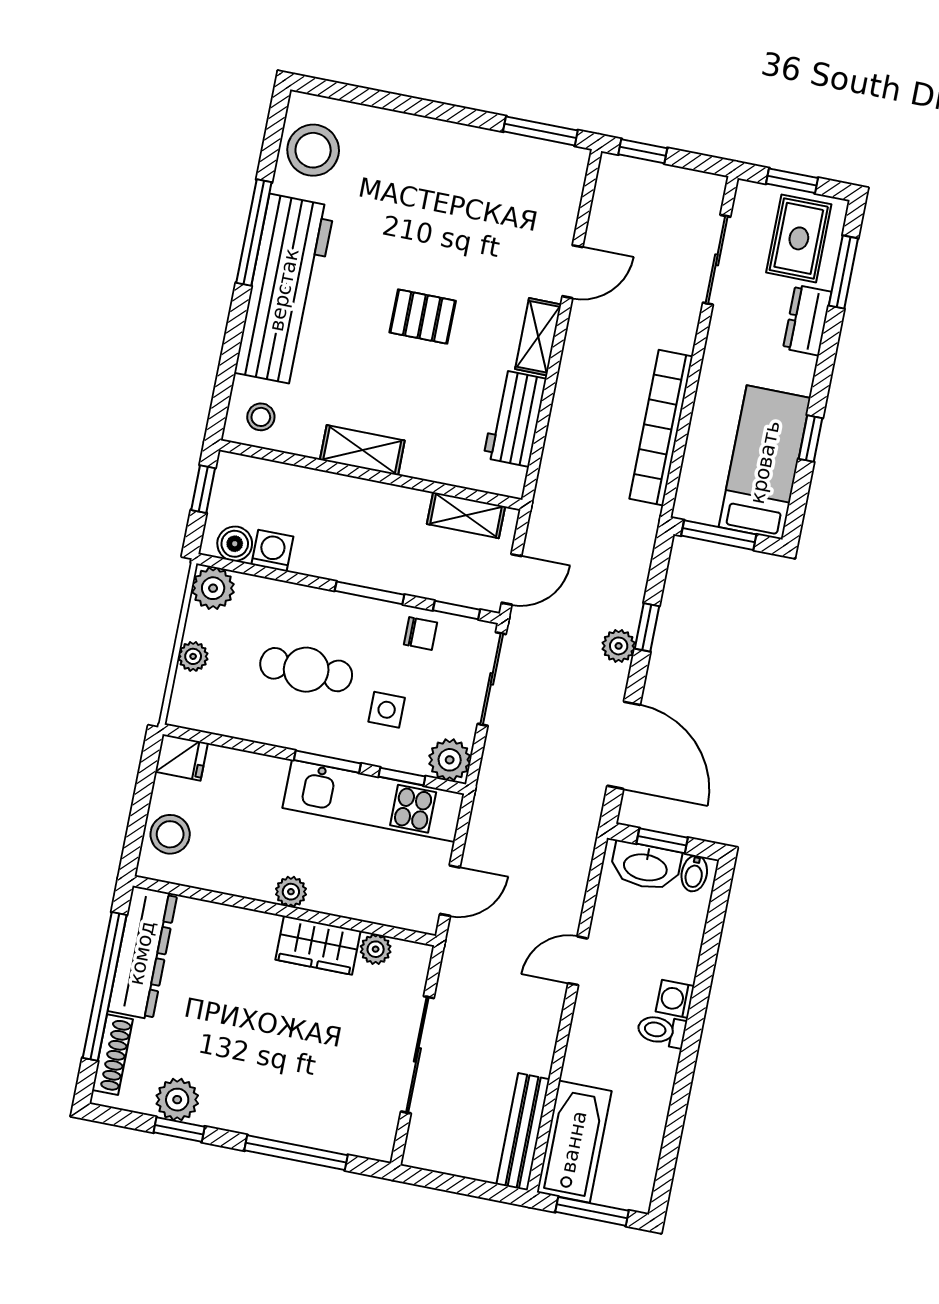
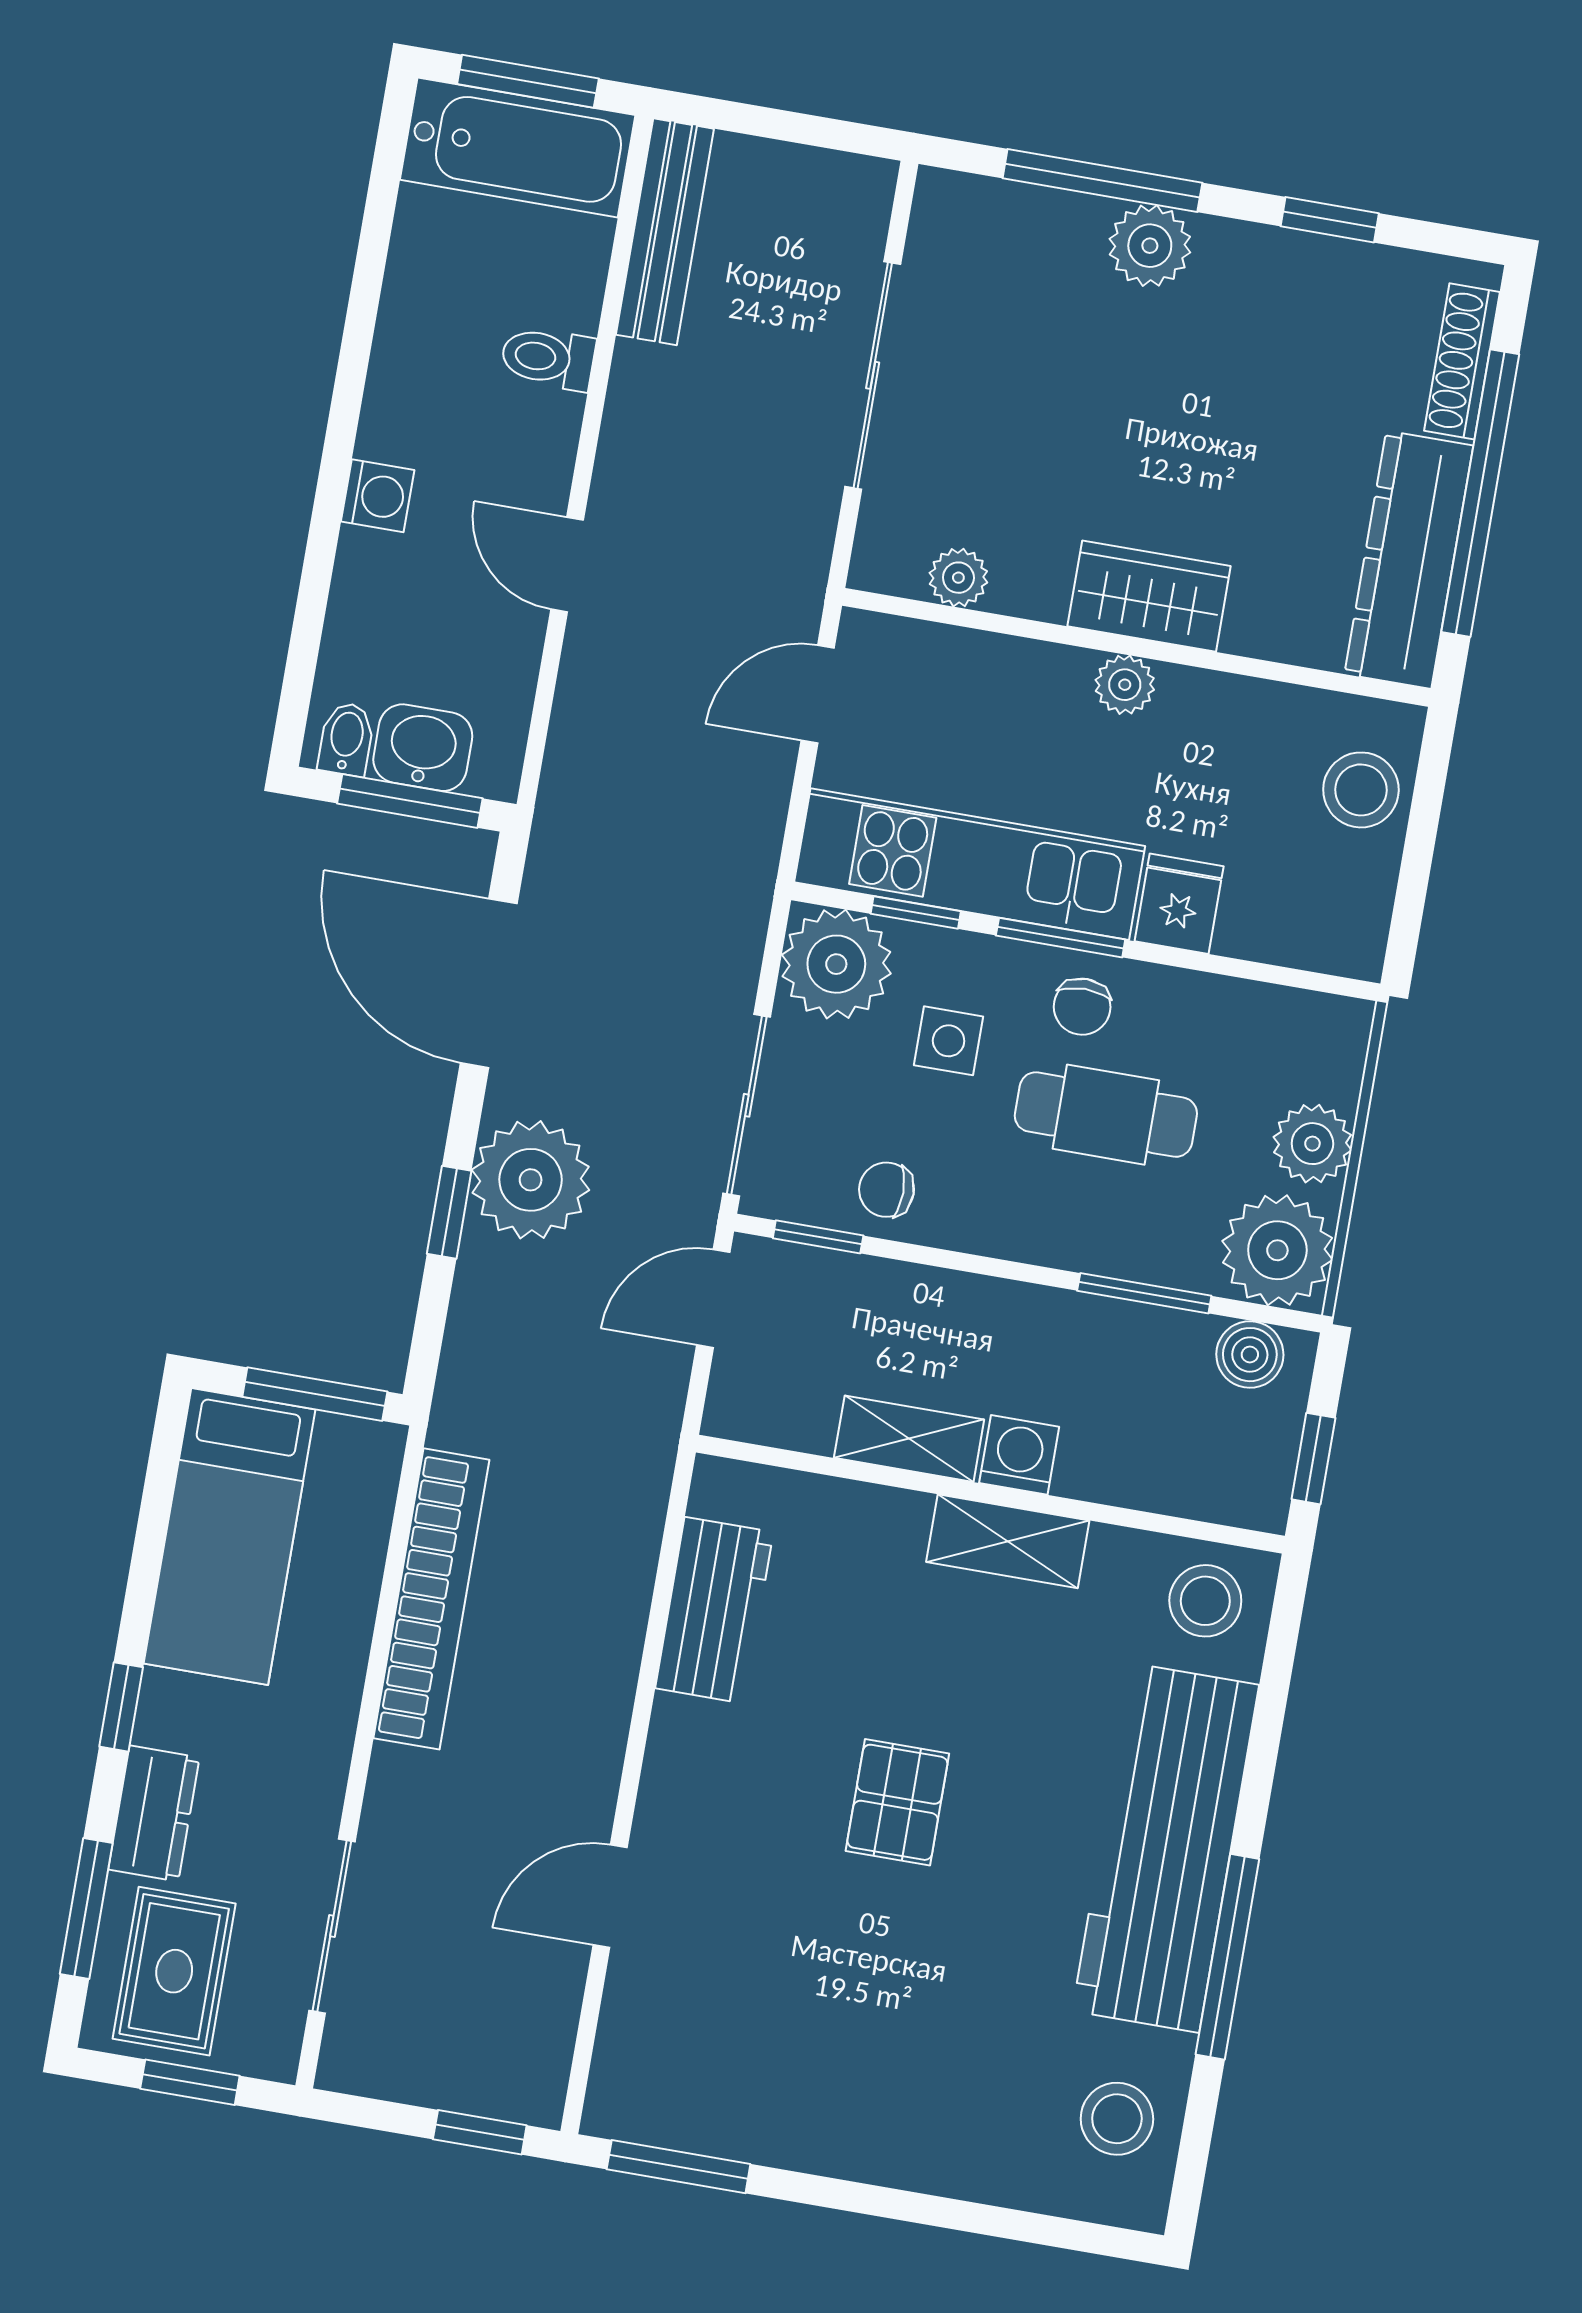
stool: (313, 150) -> (1117, 2119), width x0.73, depth x0.73
pallet: (423, 317) -> (897, 1802), turned 90
shelving: (538, 337) -> (673, 1769), removed
stool: (261, 417) -> (1205, 1601), width x1.37, depth x1.37
window: (810, 438) -> (121, 1707), moved
shelving: (466, 515) -> (909, 1439), moved
washing machine: (272, 551) -> (1019, 1455), moved, turned 180
plant: (213, 588) -> (1277, 1250), width x1.36, depth x1.36
window: (370, 593) -> (1144, 1293), moved
plant: (619, 646) -> (531, 1180), width x1.87, depth x1.87
plant: (193, 656) -> (1312, 1144), width x1.38, depth x1.38
chair: (317, 726) -> (1082, 1007), added
fridge: (181, 757) -> (1179, 904), moved, turned 90
plant: (450, 760) -> (836, 964), width x1.36, depth x1.36
window: (662, 841) -> (410, 801), width x1.50
washbasin: (646, 866) -> (423, 748), width x0.72
wardrobe: (318, 945) -> (1149, 596), moved
door: (578, 961) -> (567, 565), swing flipped
toilet: (662, 1031) -> (548, 358), moved, turned 180
plant: (177, 1100) -> (1150, 246), moved
bathtub: (574, 1142) -> (518, 147), moved, turned -90

